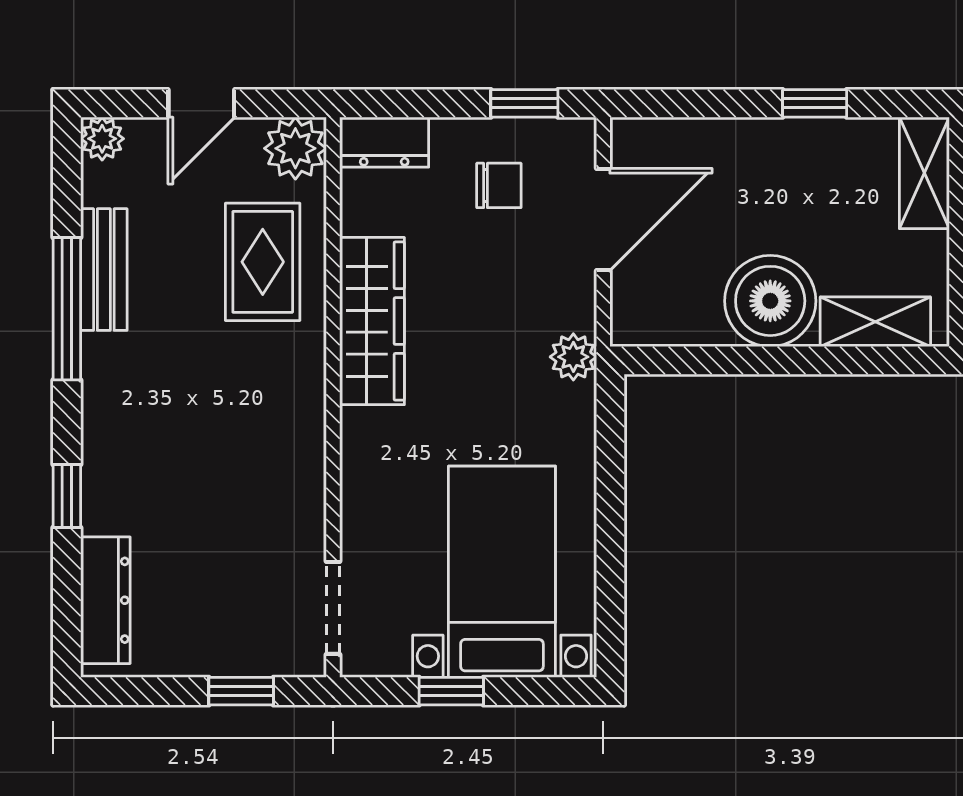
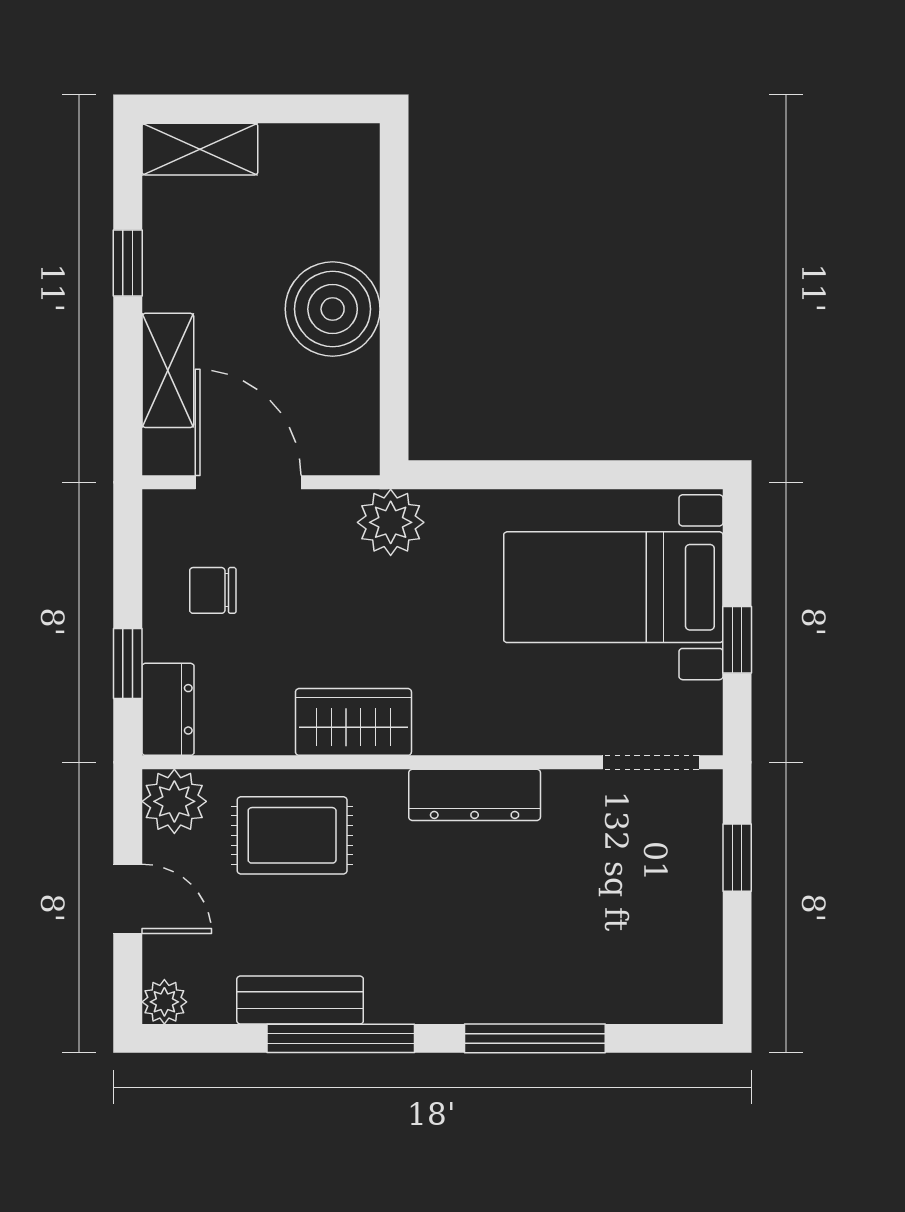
window: (524, 103) -> (128, 663), moved
chair: (499, 185) -> (213, 590), turned -90
wardrobe: (372, 321) -> (353, 722), width x0.67
shelving: (875, 322) -> (168, 370), moved
plant: (573, 357) -> (391, 522), width x1.38, depth x1.38
window: (67, 496) -> (535, 1038), width x2.17
dresser: (105, 600) -> (475, 795), moved, turned 180

